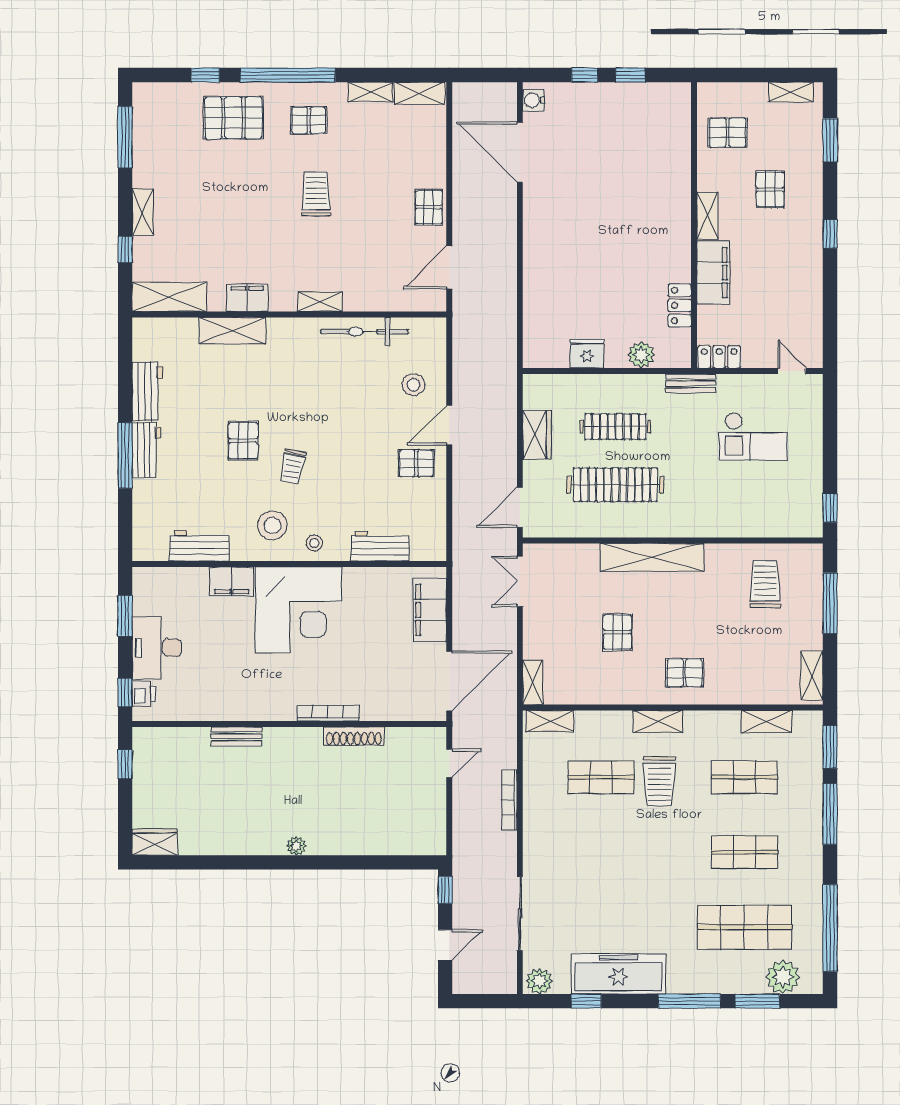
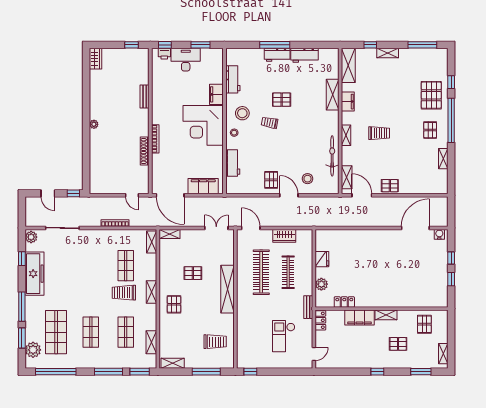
shelving: (419, 93) -> (347, 177), moved
trolley: (316, 194) -> (379, 133), moved

